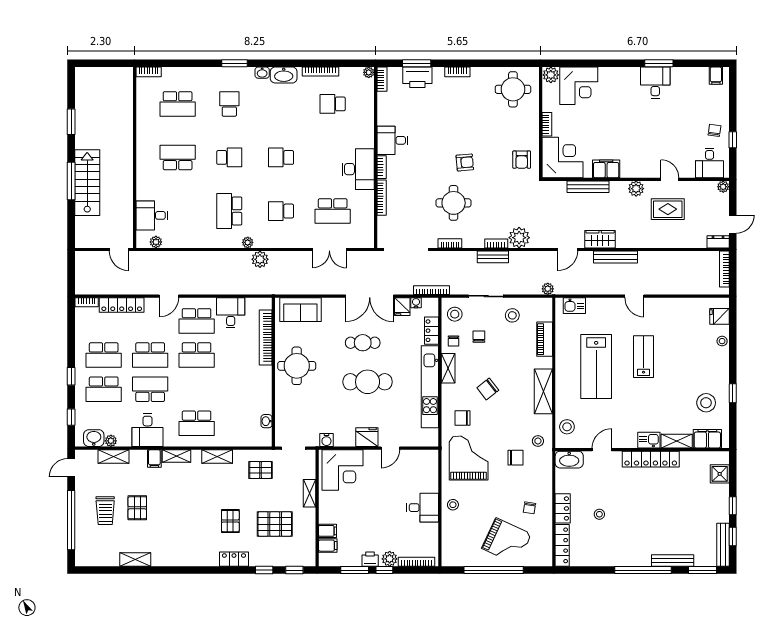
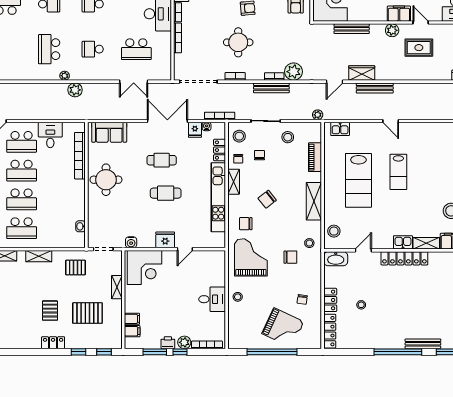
filing cabinet: (606, 169) -> (399, 14), moved
bench: (493, 257) -> (271, 88), width x1.36
double door: (370, 296) -> (167, 121), swing flipped
lab bench: (644, 357) -> (398, 172), turned 180
cafe table: (368, 382) -> (166, 193), width x0.73, depth x0.74
school desk: (197, 389) -> (22, 199), added

